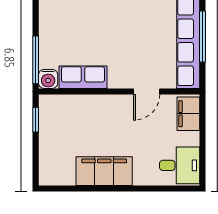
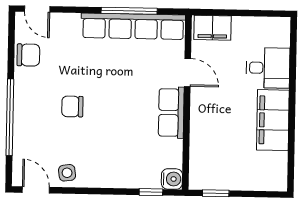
window: (36, 60) -> (151, 192), width x0.46
row of seats: (83, 77) -> (171, 113), moved
desk: (180, 165) -> (268, 68), moved, turned 90

